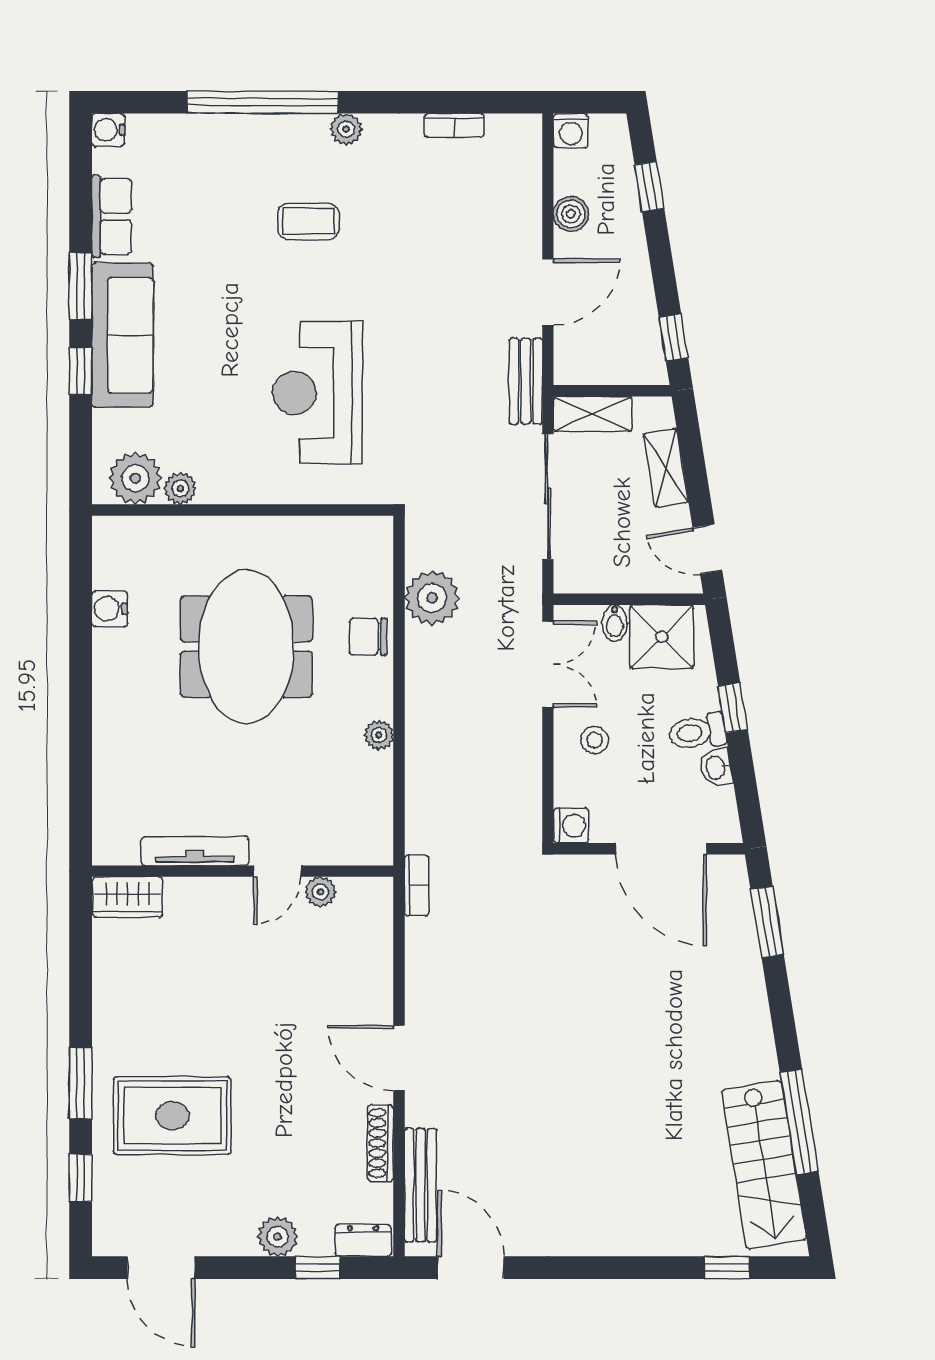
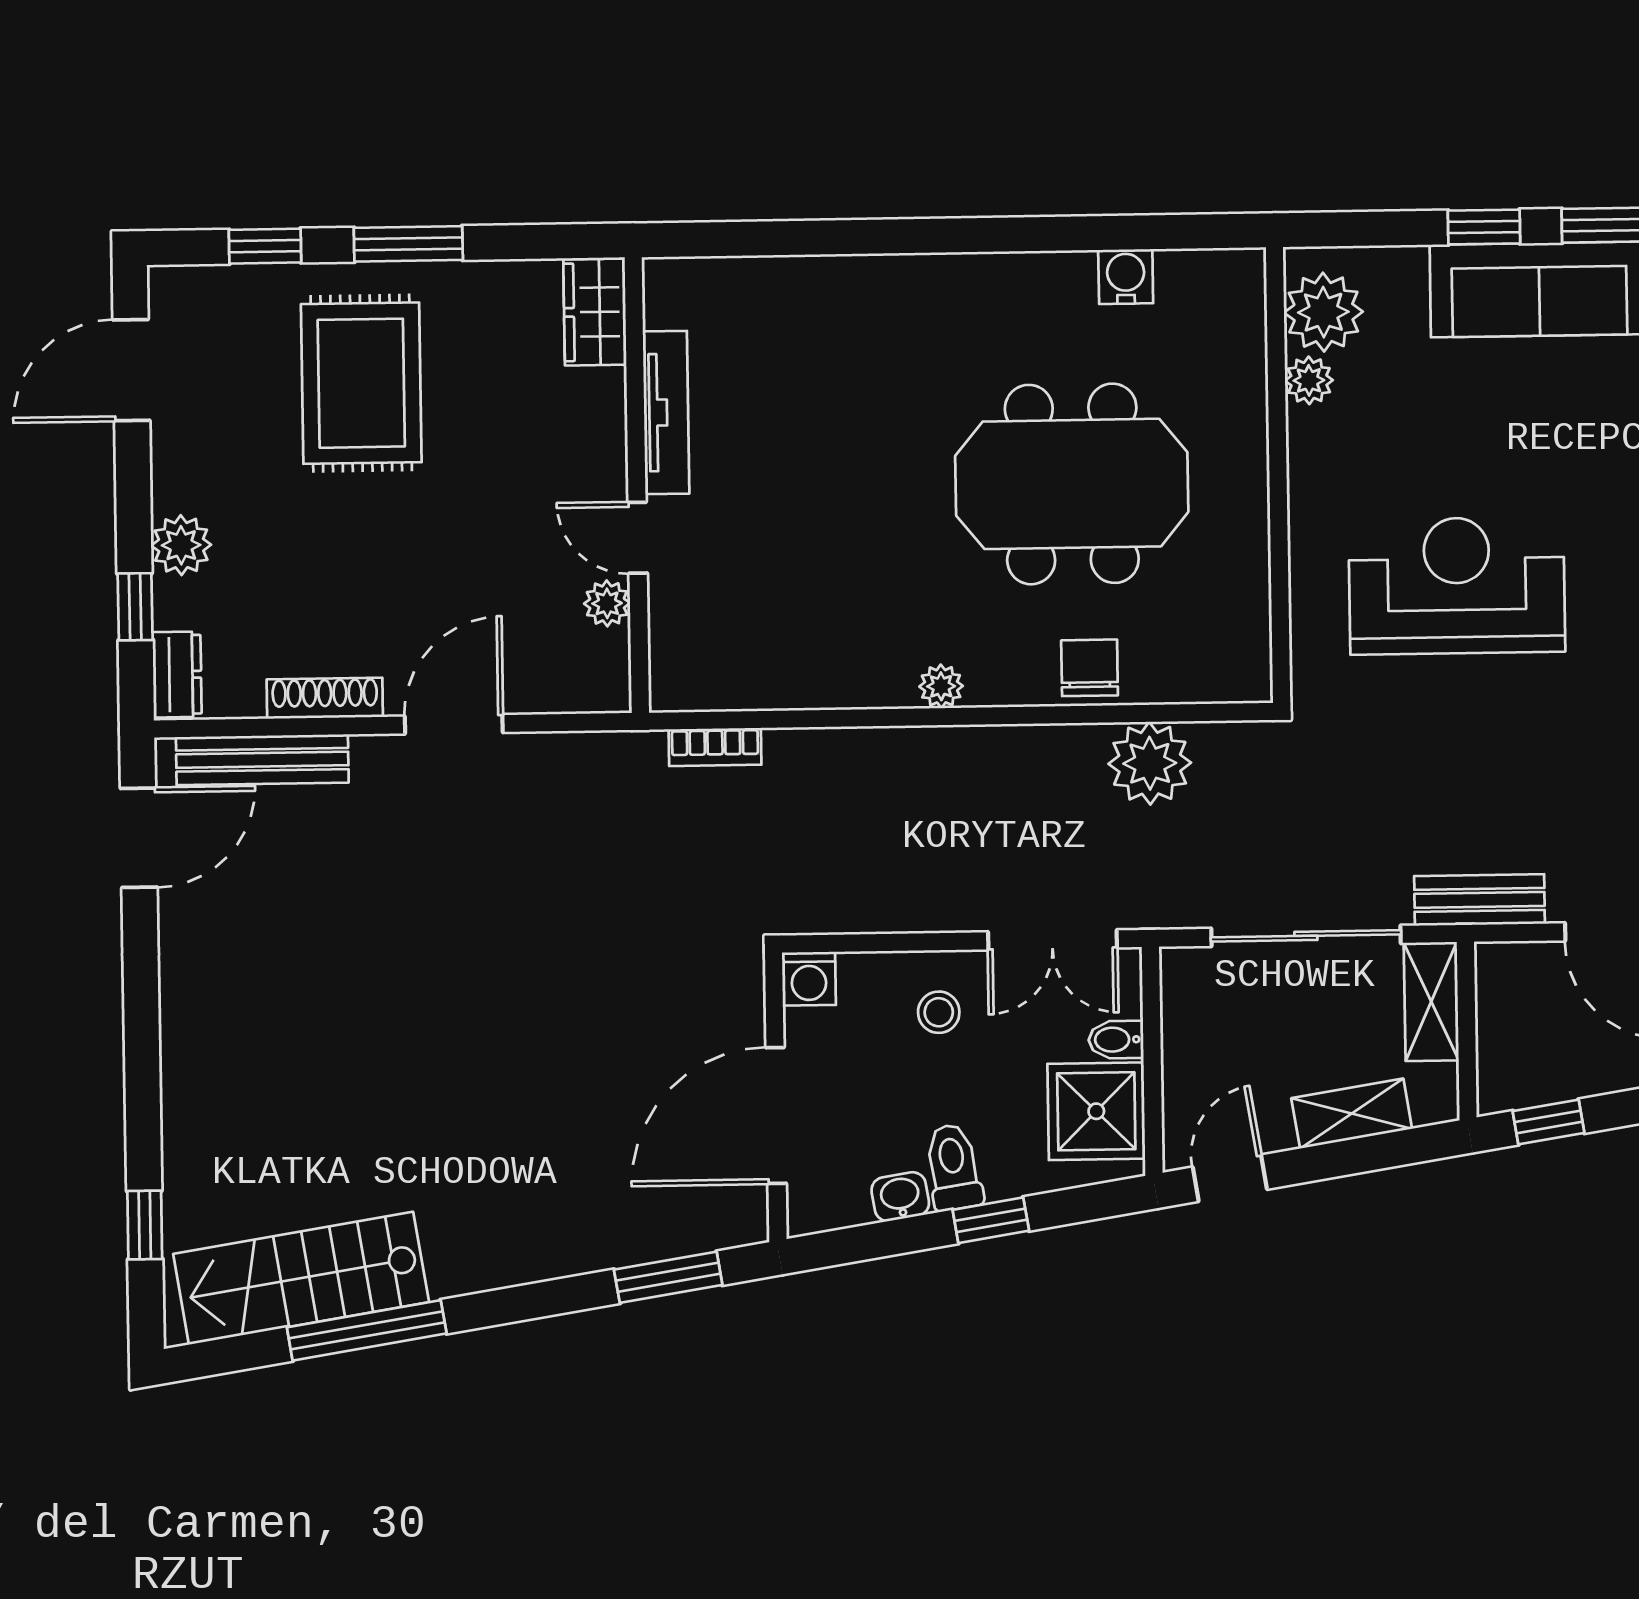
tv unit: (195, 851) -> (666, 412), moved
wall: (243, 871) -> (637, 485), moved
door: (277, 871) -> (638, 538), moved
plant: (321, 892) -> (607, 603), moved
wardrobe: (128, 897) -> (595, 312), moved

